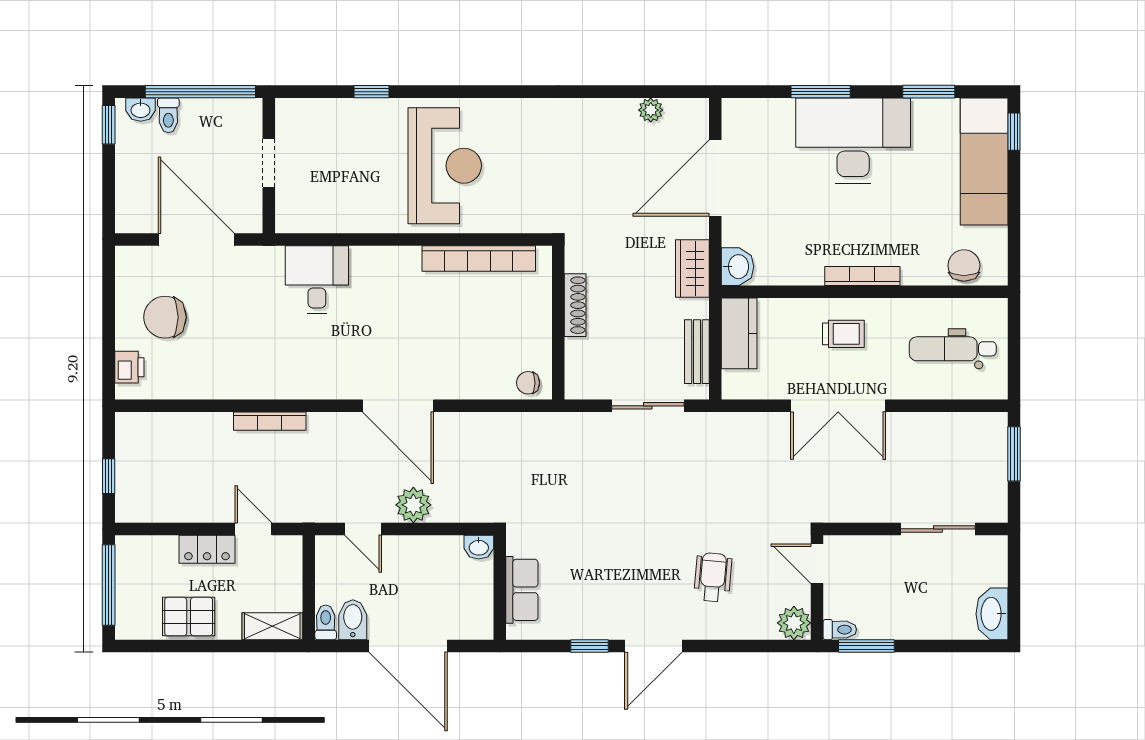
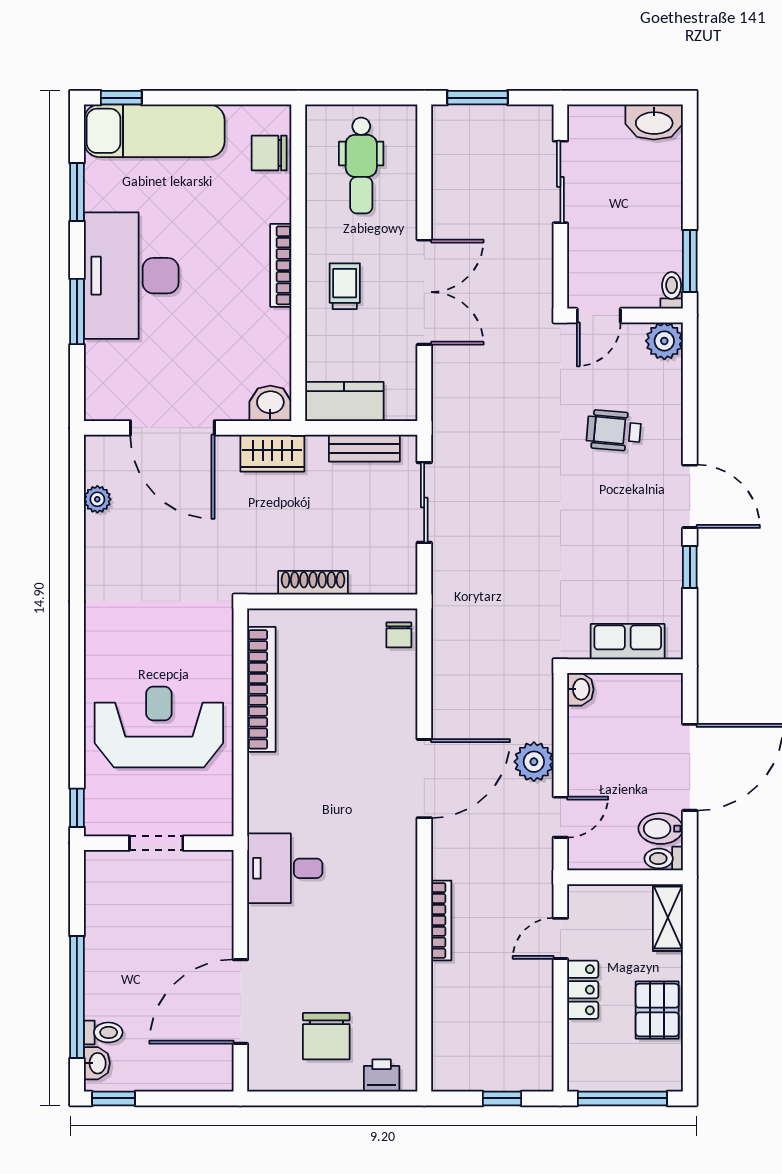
doorway: (269, 163) -> (156, 843), moved
wall: (269, 166) -> (159, 843), moved

